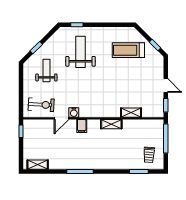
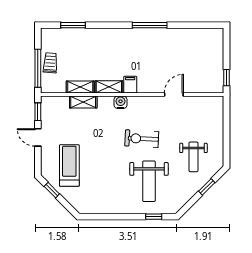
treadmill: (128, 50) -> (69, 165), moved, turned -90
exercise bike: (41, 105) -> (142, 139), moved
water cooler: (74, 112) -> (120, 102), moved
filing cabinet: (82, 126) -> (130, 85), moved
trolley: (149, 155) -> (50, 63), moved
shelving: (38, 165) -> (80, 87), moved

